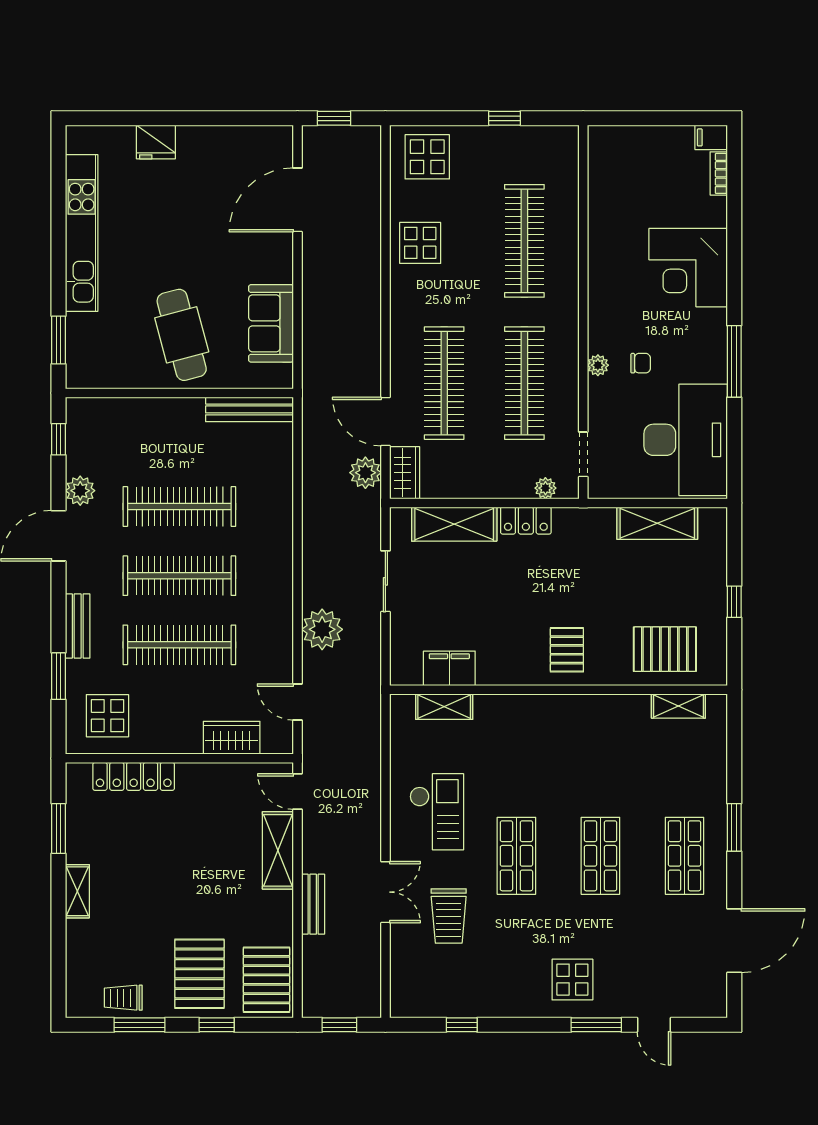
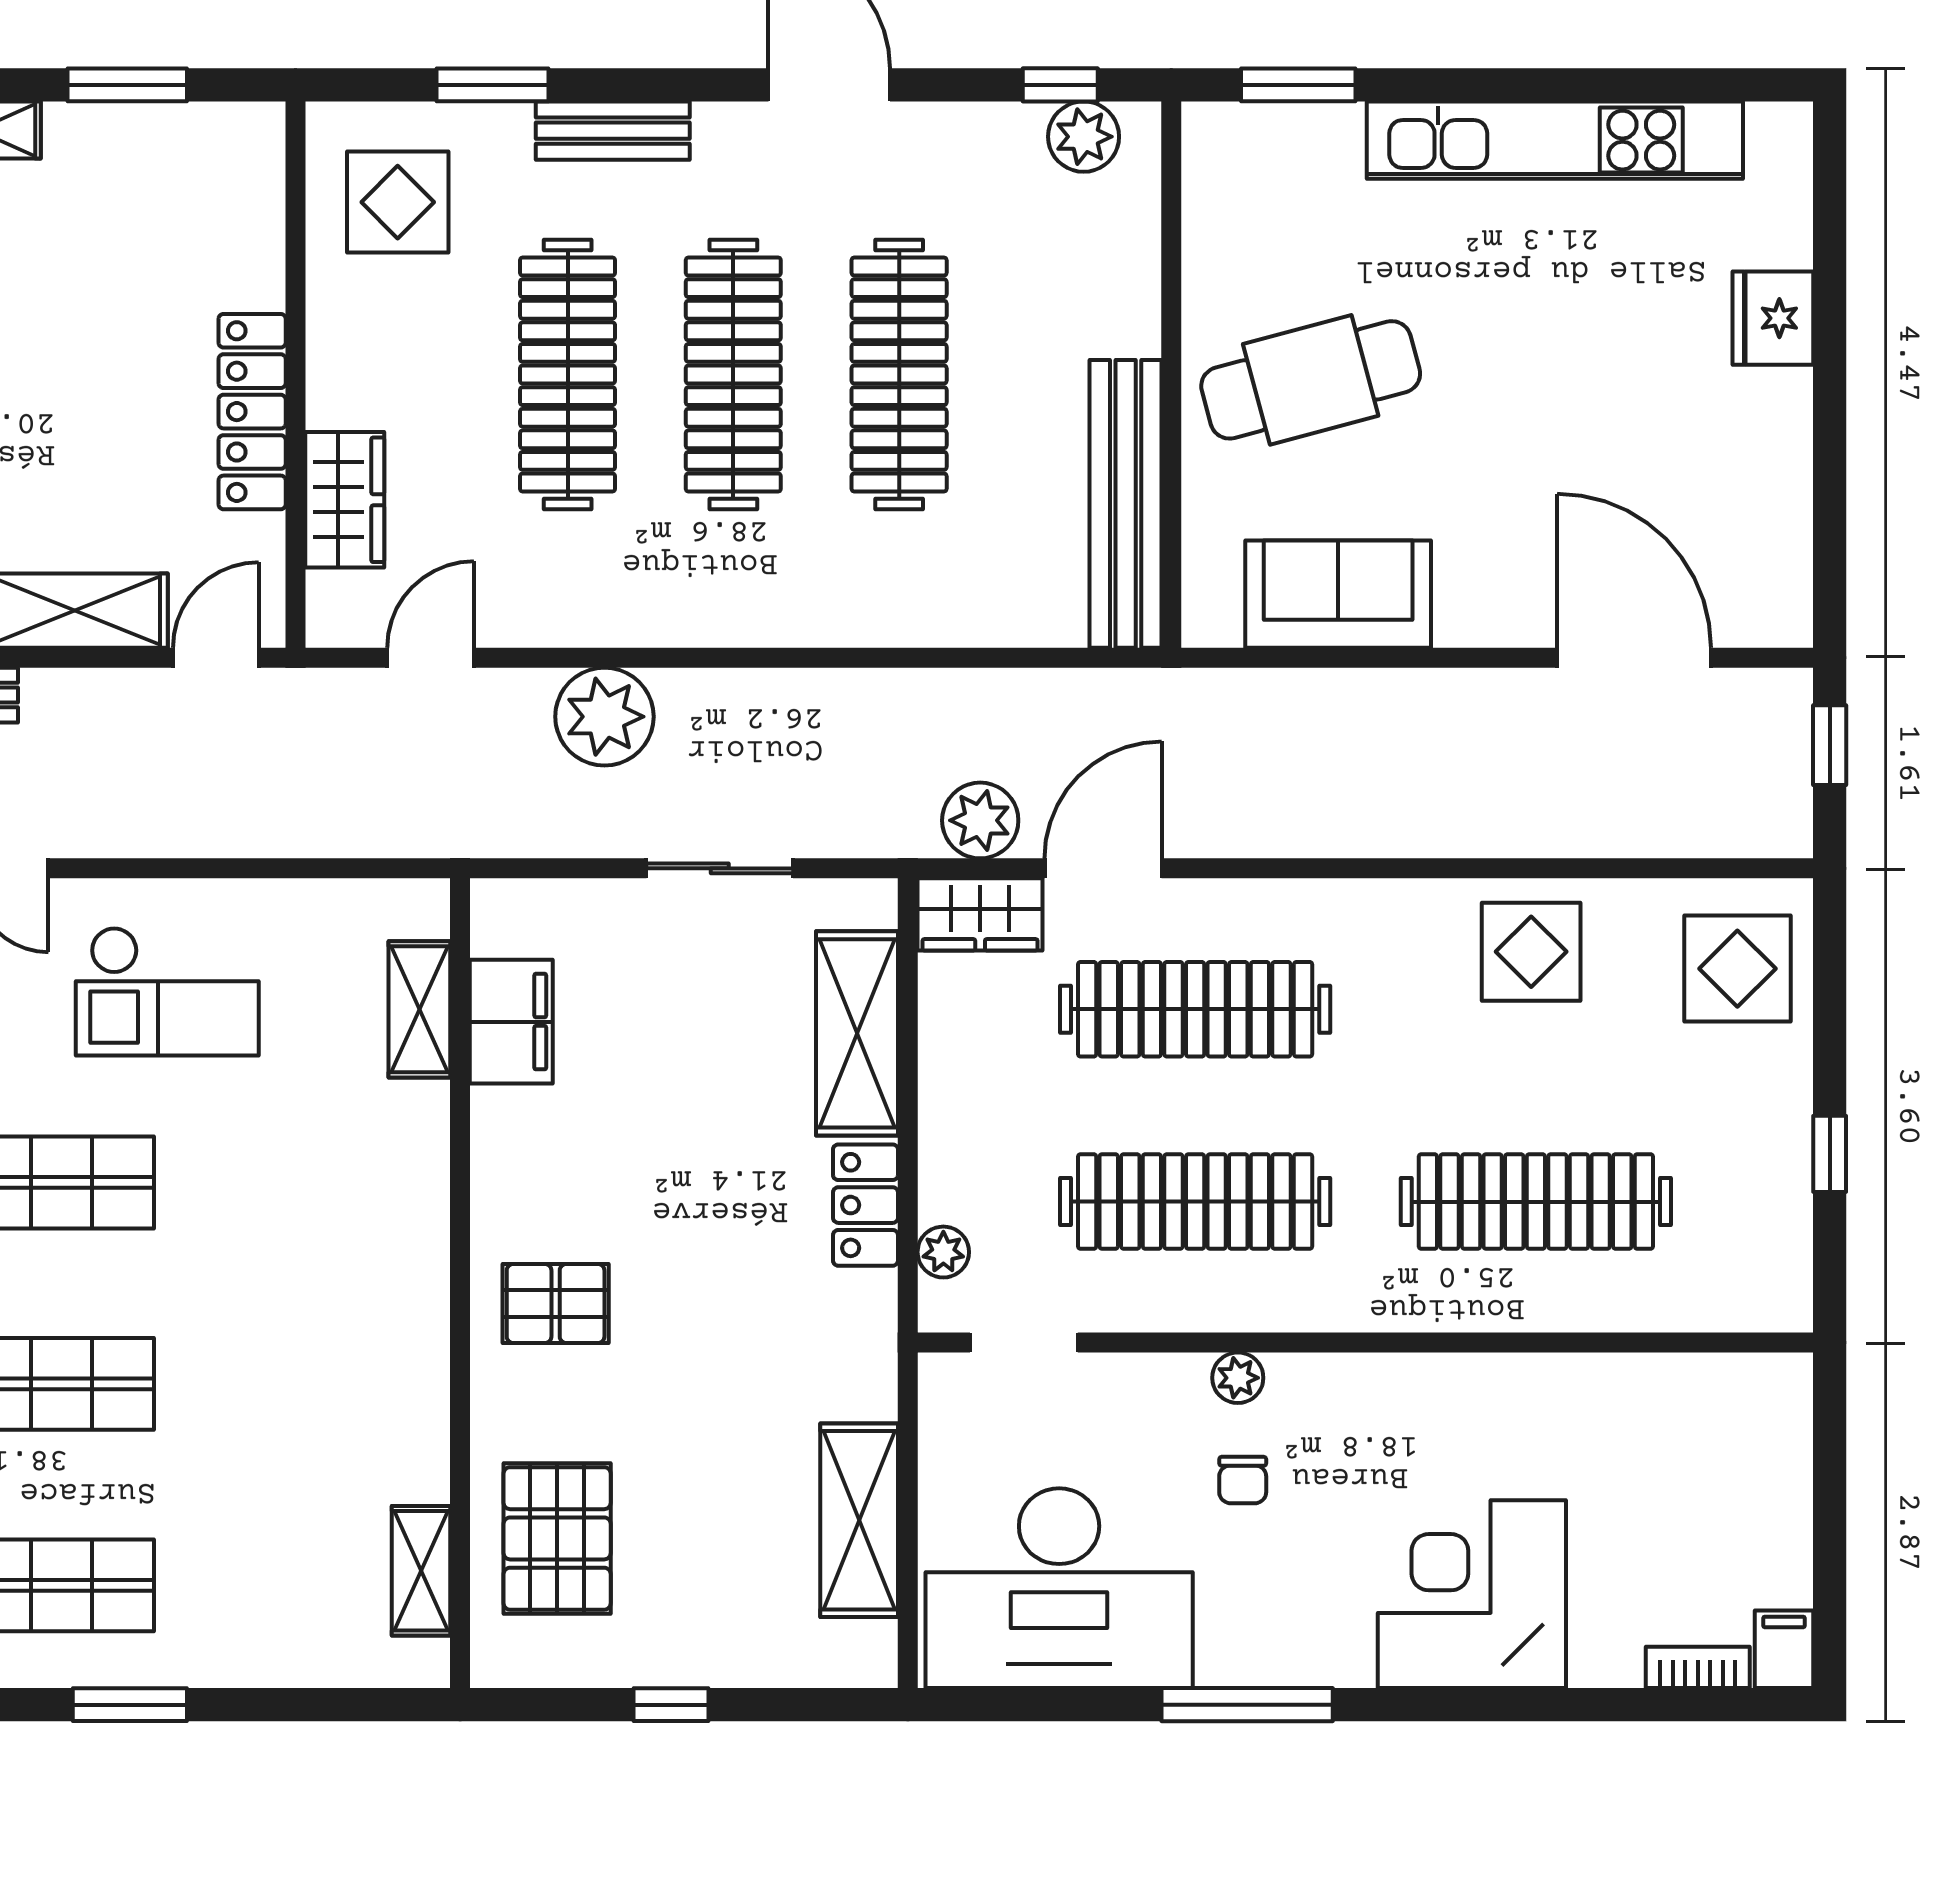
bench: (249, 409) -> (1126, 504), width x1.37, depth x1.21
plant: (80, 491) -> (1084, 137), moved
locker: (134, 776) -> (252, 412), moved

